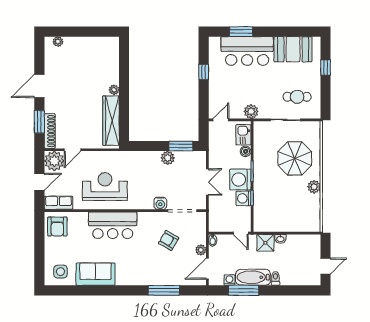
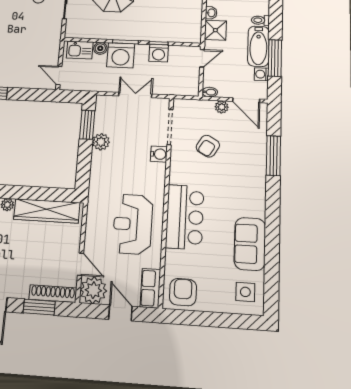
plant: (251, 112) -> (52, 40), removed
washing machine: (240, 180) -> (121, 55), moved
armchair: (57, 227) -> (183, 292), turned -90

